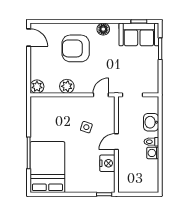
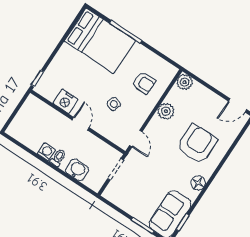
armchair: (57, 116) -> (144, 83), added

